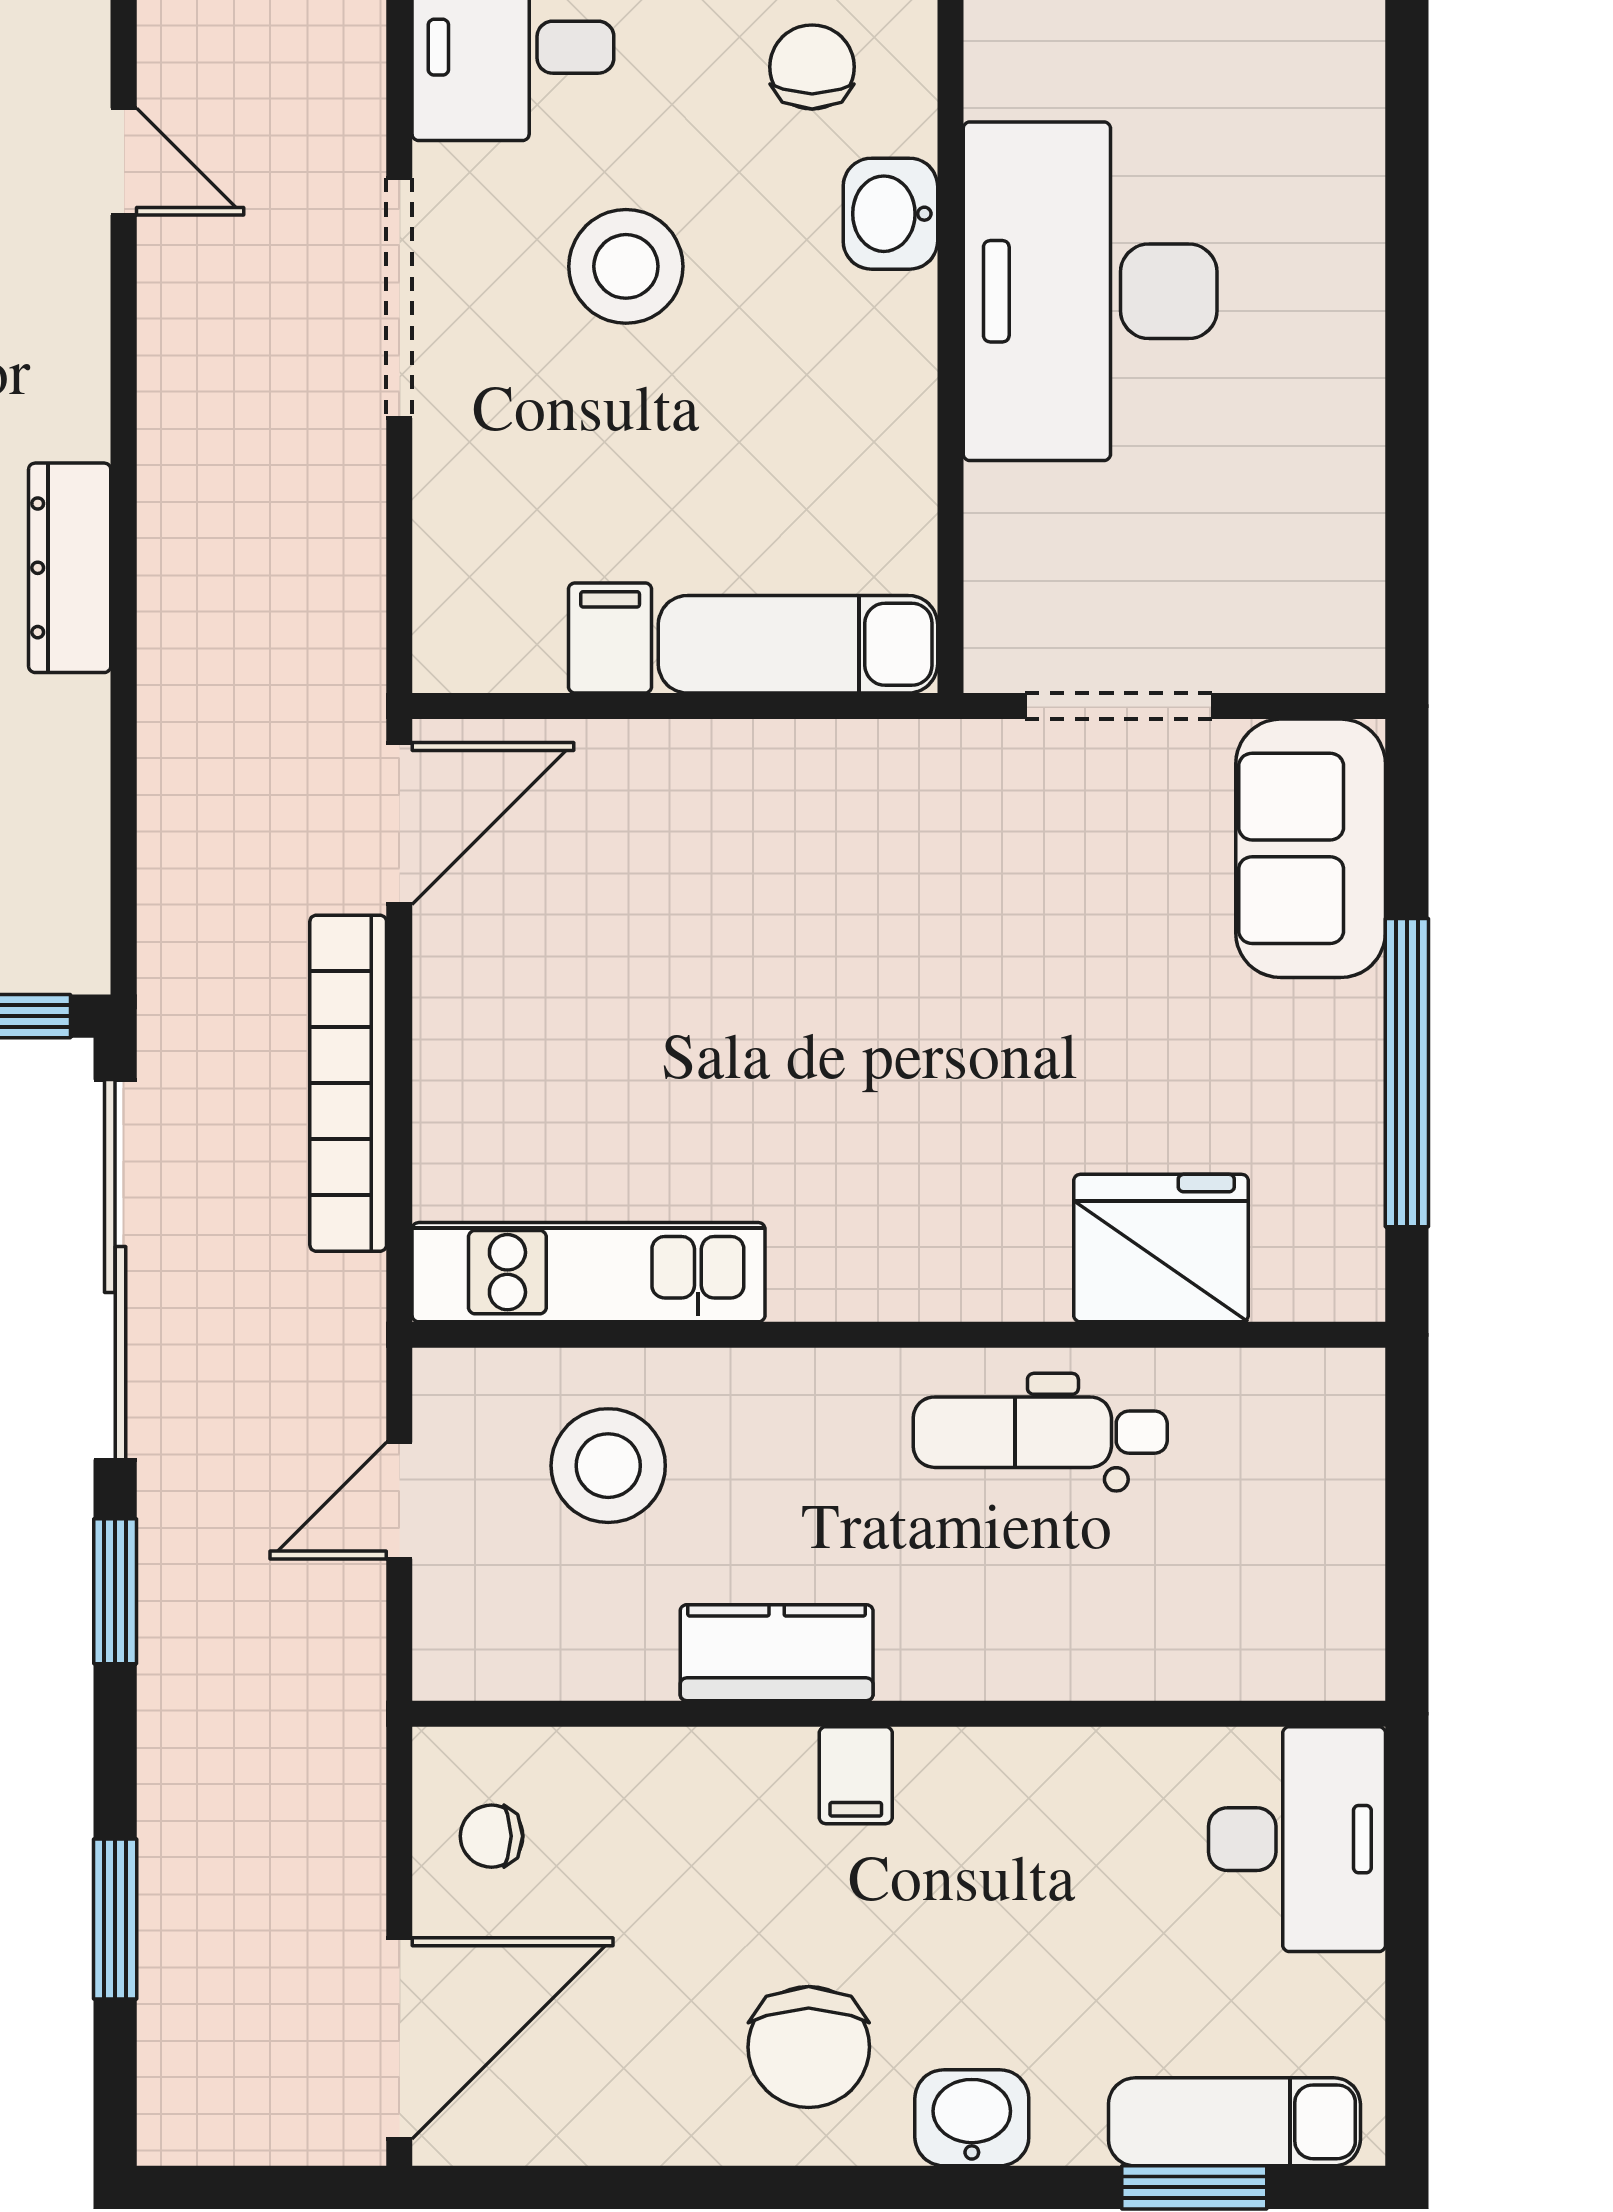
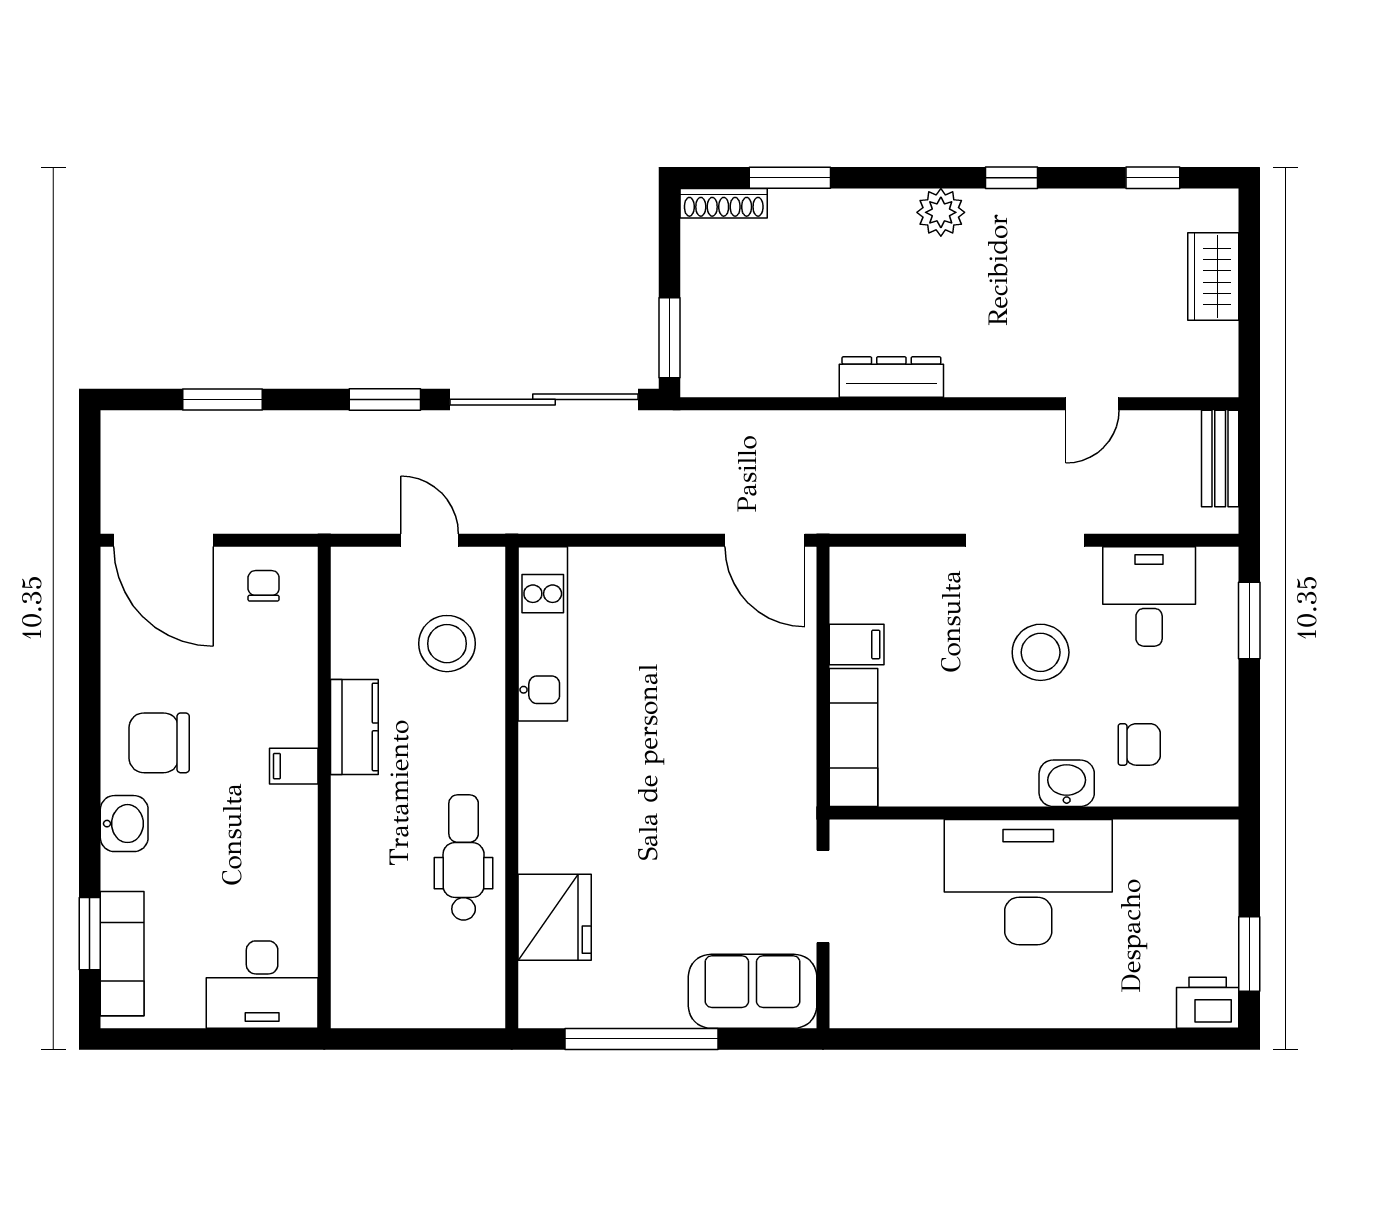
bookcase: (348, 1083) -> (636, 515), removed

